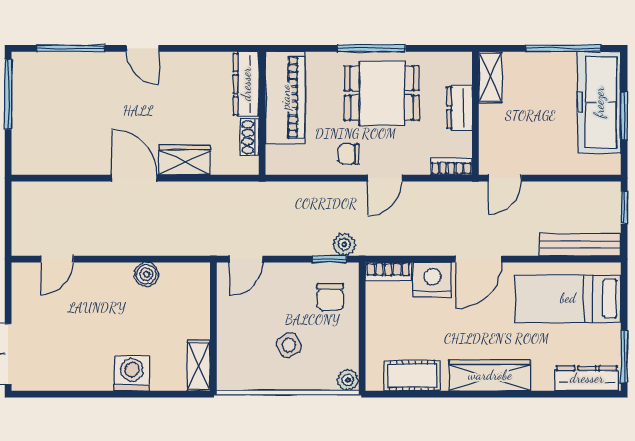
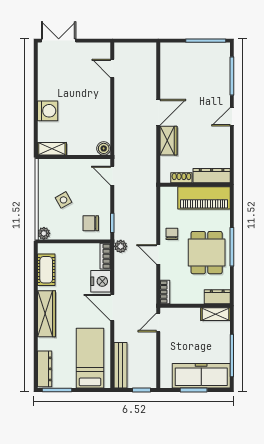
dresser: (460, 108) -> (217, 297), moved
door: (505, 178) -> (158, 323), hinge flipped
plant: (344, 244) -> (121, 246), moved
boiler: (146, 274) -> (104, 148), moved

